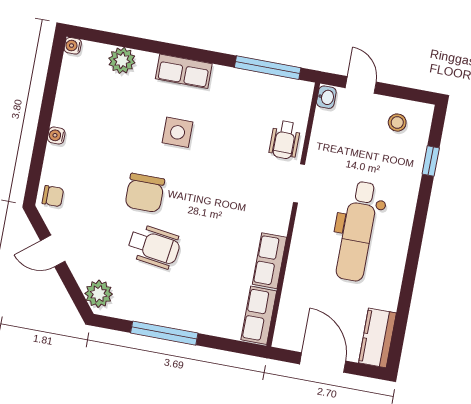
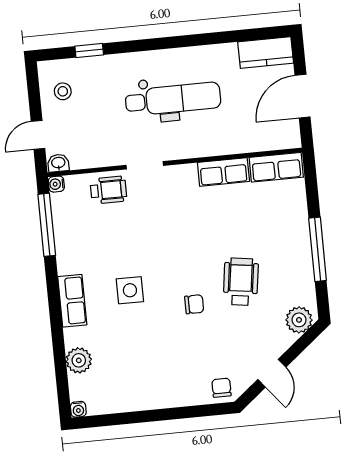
water cooler: (56, 136) -> (56, 184), moved, turned 90
chair: (145, 193) -> (194, 304), width x0.54, depth x0.54

